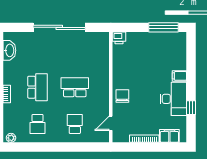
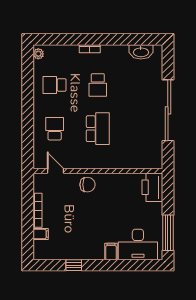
printer: (119, 38) -> (152, 187), width x1.87, depth x1.48
school desk: (38, 87) -> (98, 85), width x0.54
desk: (173, 99) -> (138, 244), moved
school desk: (75, 124) -> (55, 129), turned -90
filing cabinet: (169, 136) -> (41, 234), width x0.50

